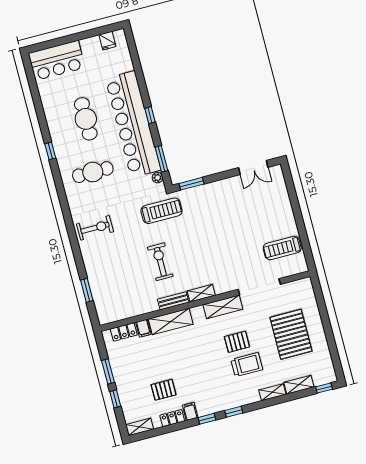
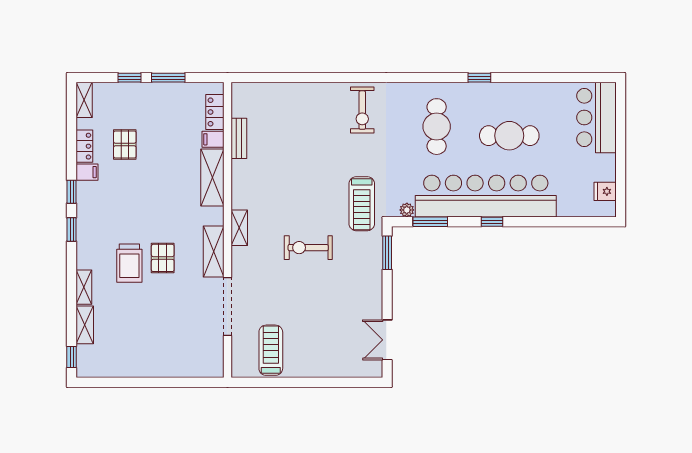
exercise bike: (160, 262) -> (308, 248), moved, turned 180
window: (87, 290) -> (283, 78), removed
bench: (173, 301) -> (239, 138), moved
pallet: (291, 334) -> (154, 332), removed

